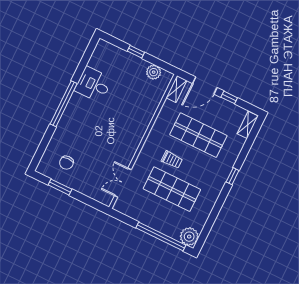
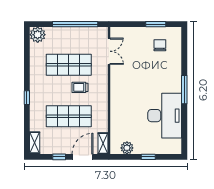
desk: (93, 85) -> (165, 116), width x1.87, depth x1.30
window: (64, 104) -> (184, 90), width x0.68
window: (161, 236) -> (75, 24), moved

